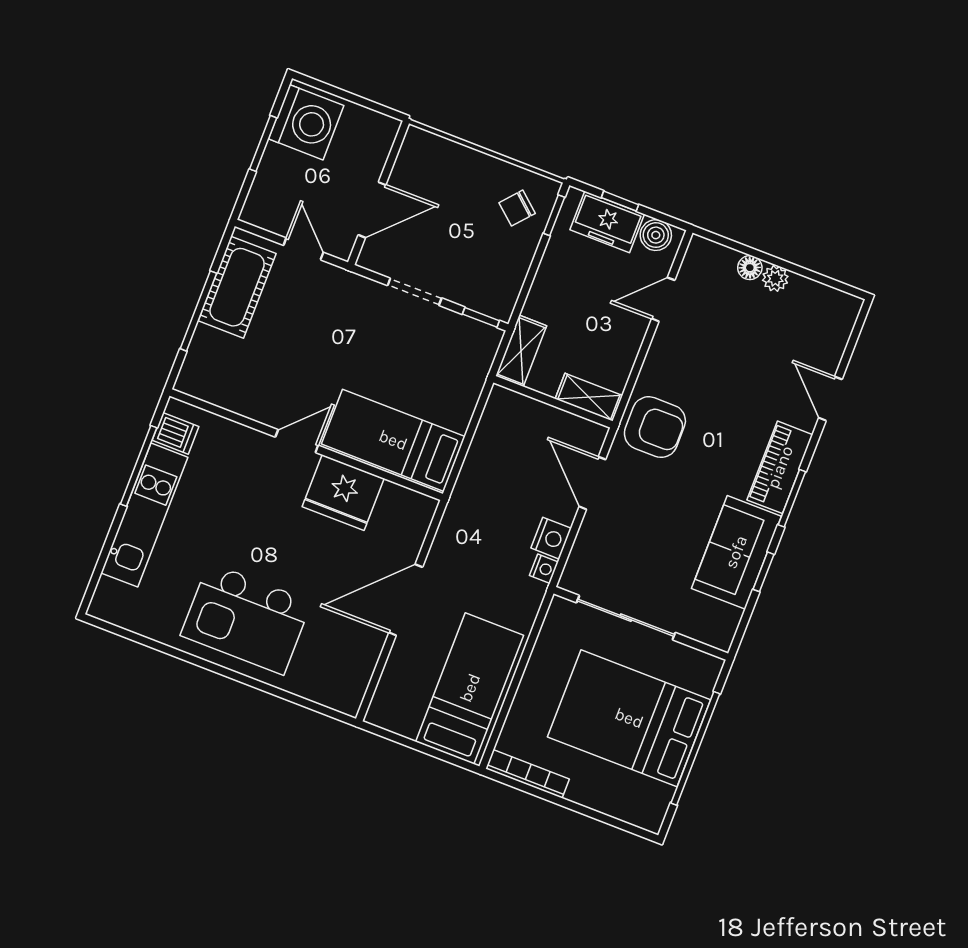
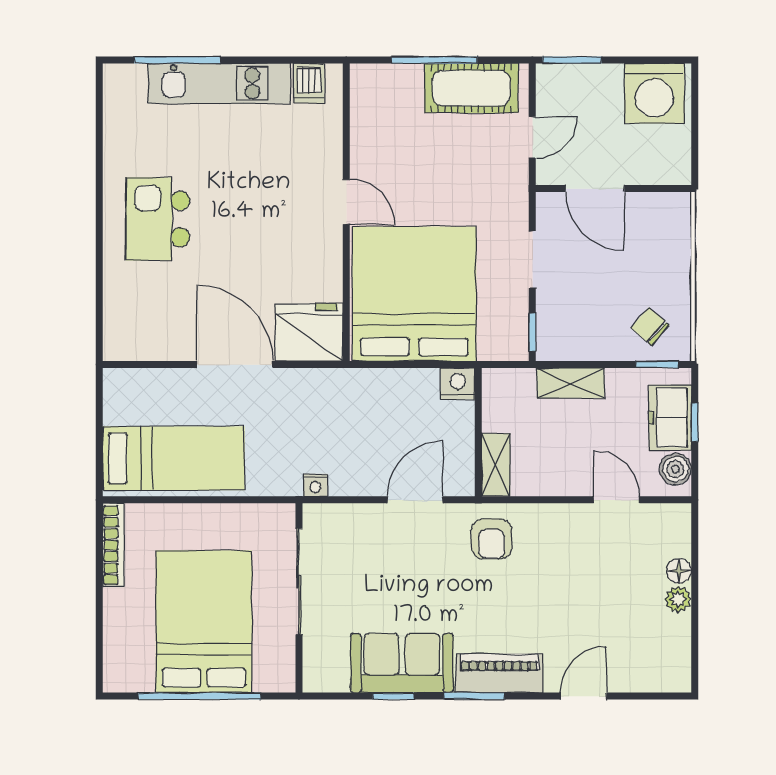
window: (263, 143) -> (572, 60), moved
shelving: (521, 351) -> (570, 383), moved
armchair: (655, 427) -> (492, 539), width x0.72, depth x0.72
bed: (393, 440) -> (414, 294), width x2.04
window: (139, 466) -> (177, 60), moved
fridge: (343, 493) -> (309, 332), moved, turned 90
nightstand: (551, 538) -> (458, 384), moved, turned 180
kitchen island: (246, 619) -> (158, 219), width x0.73, depth x0.78

